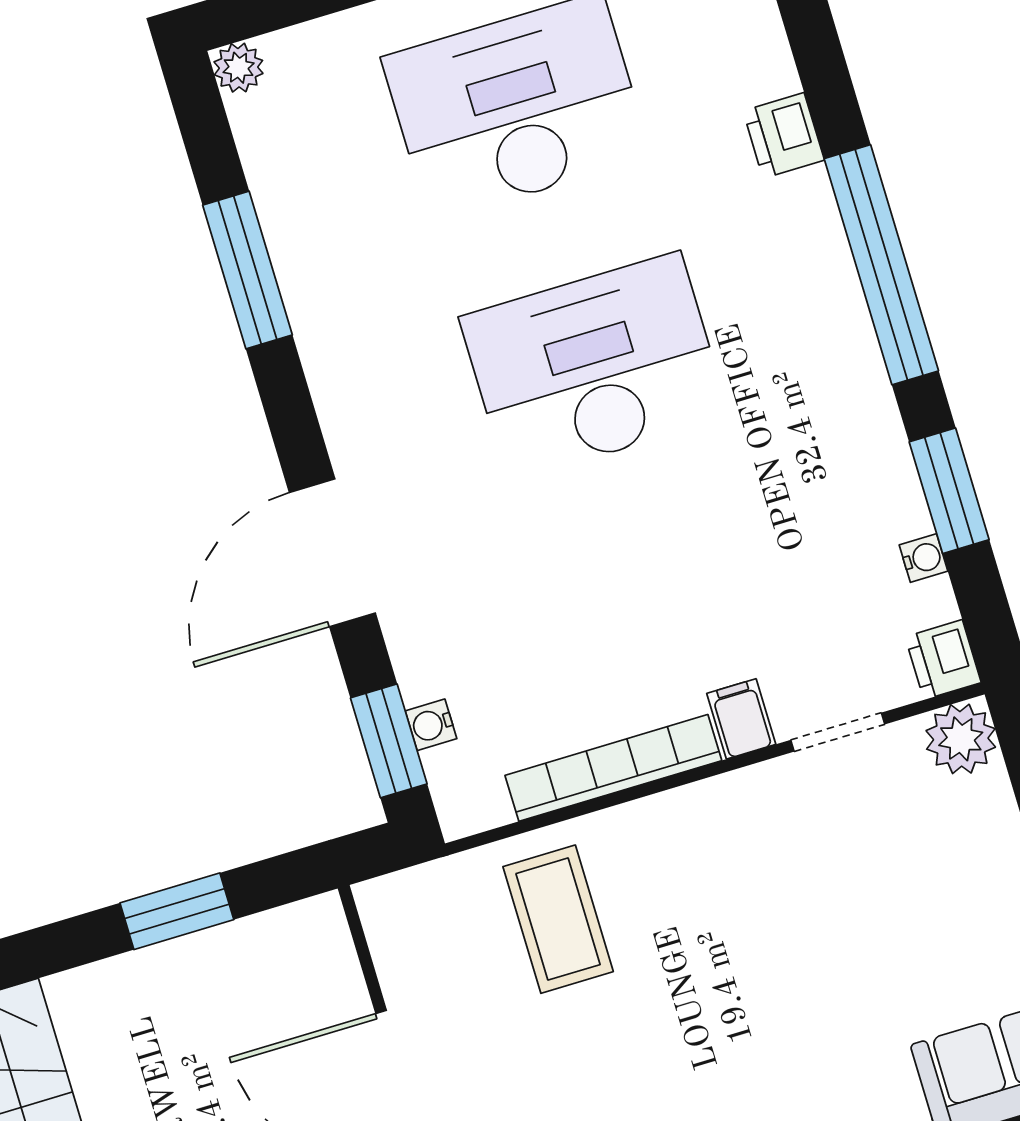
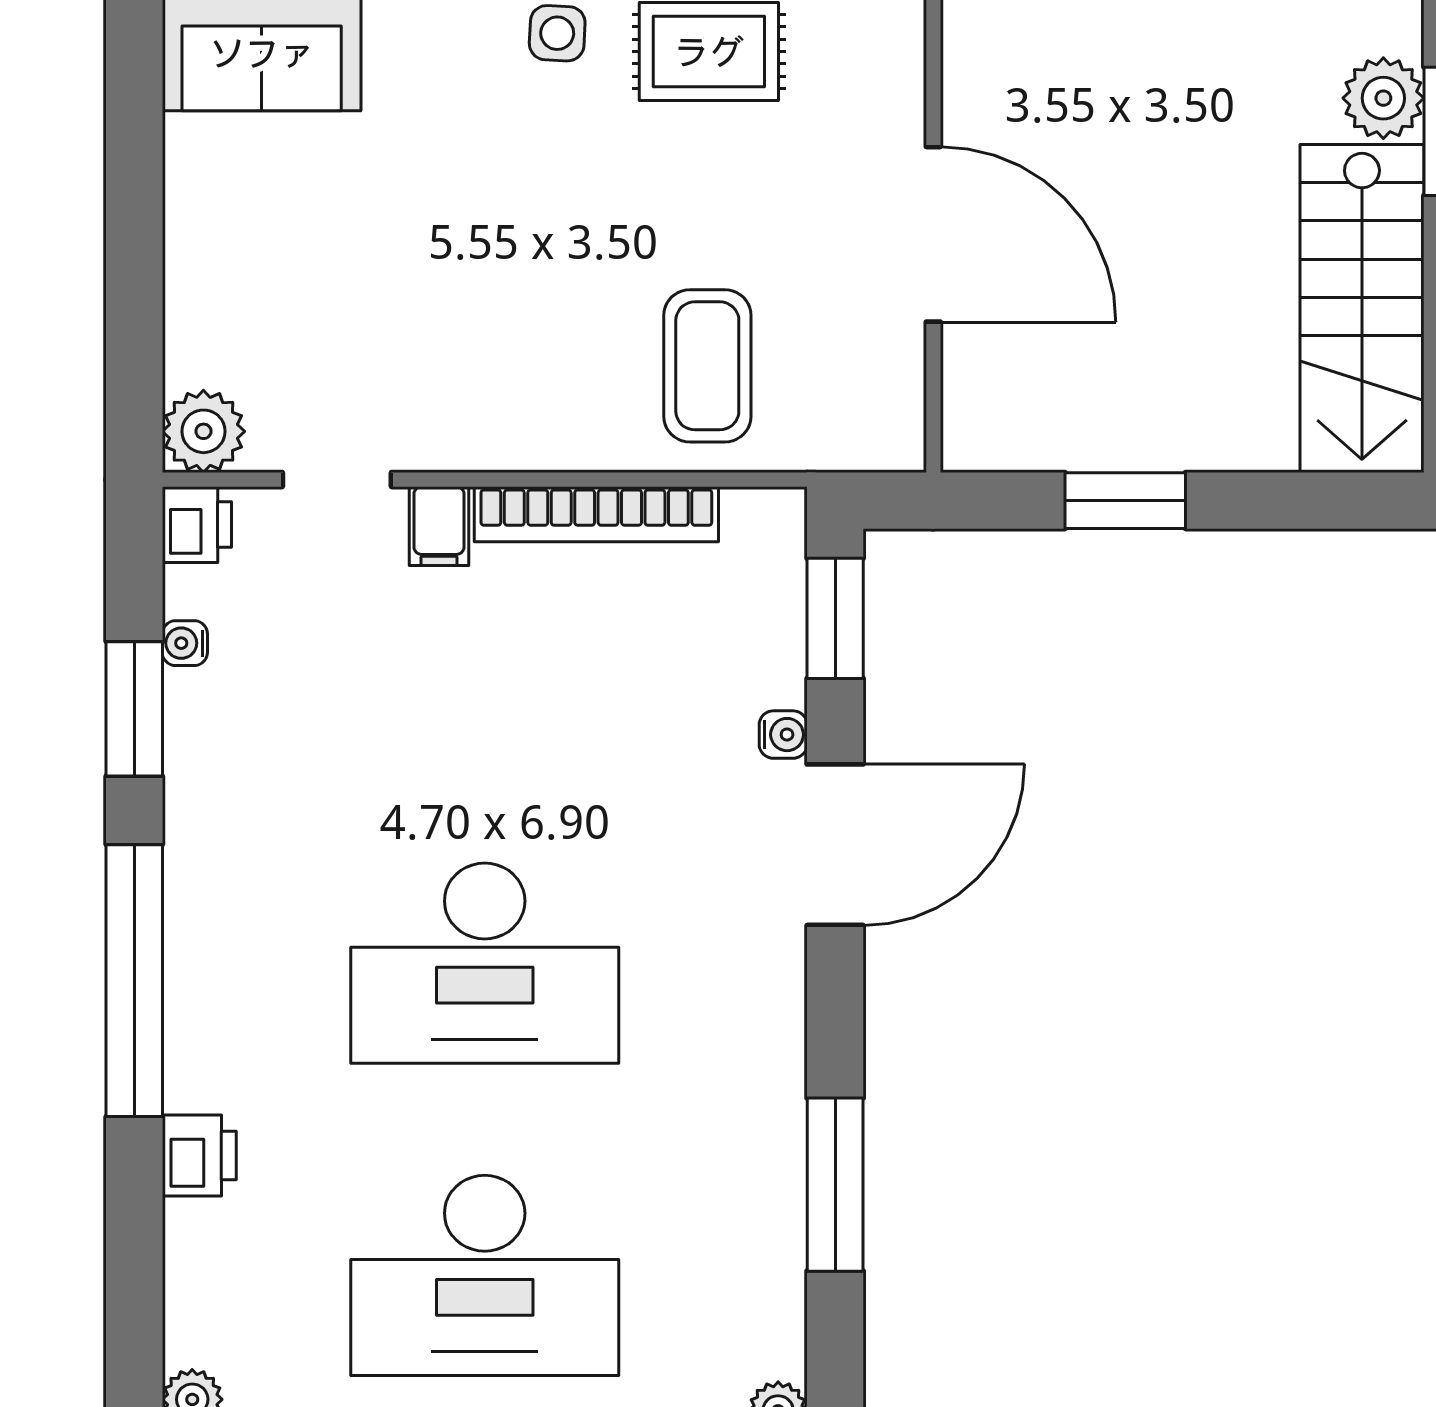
water cooler: (431, 725) -> (783, 735), moved

